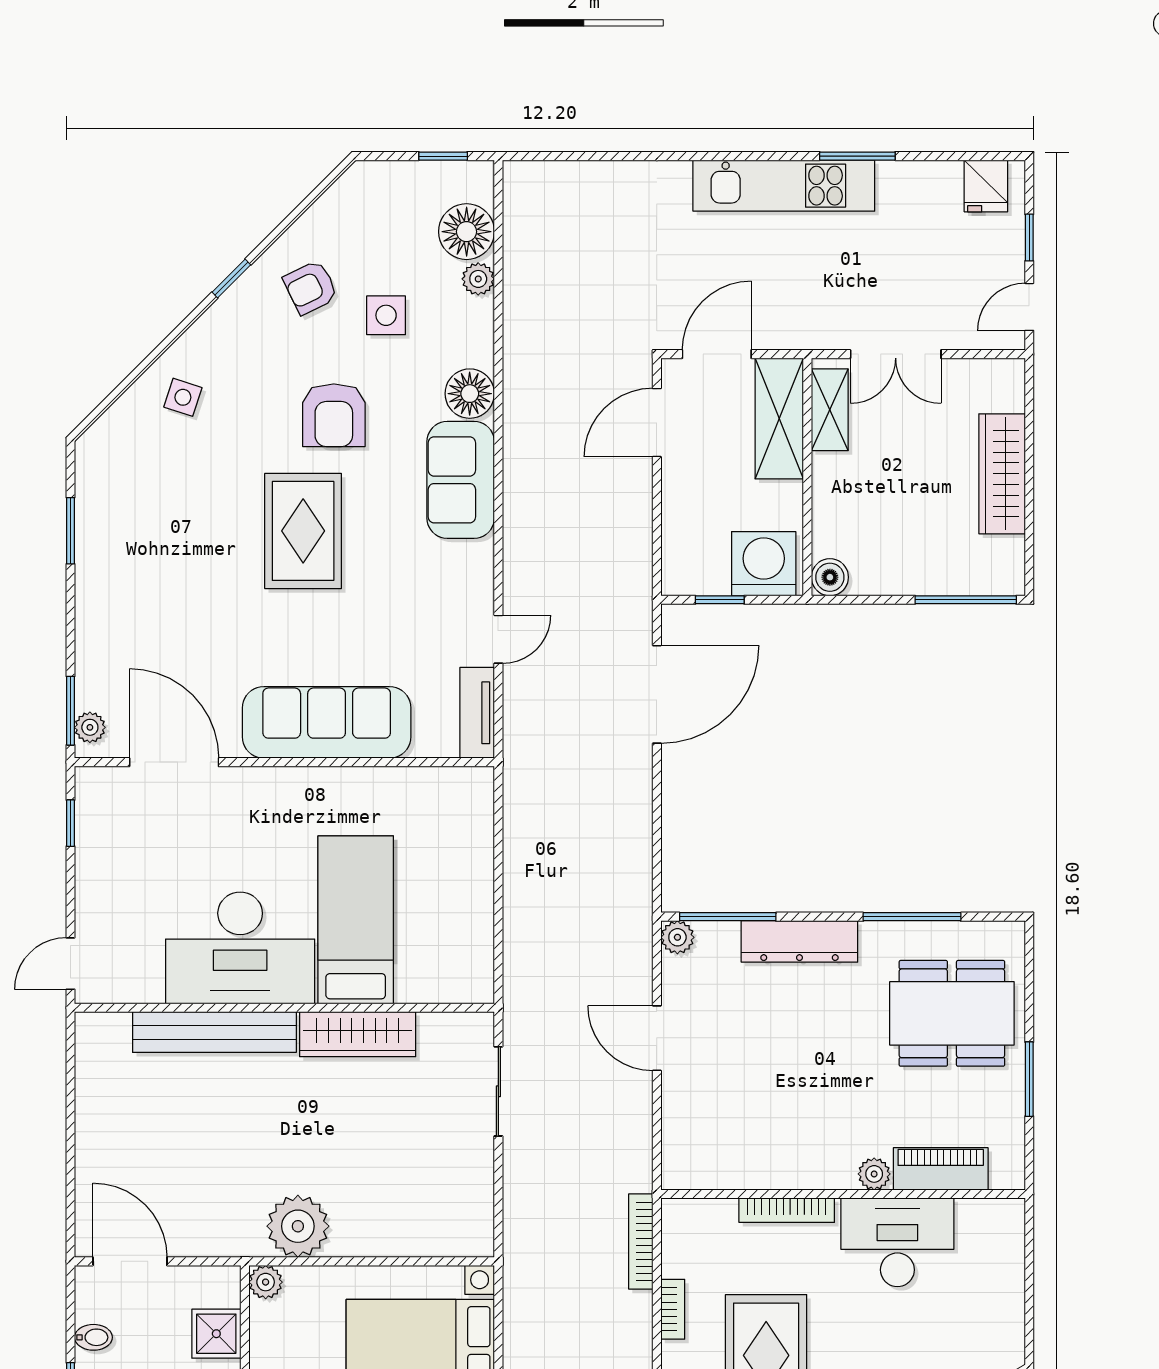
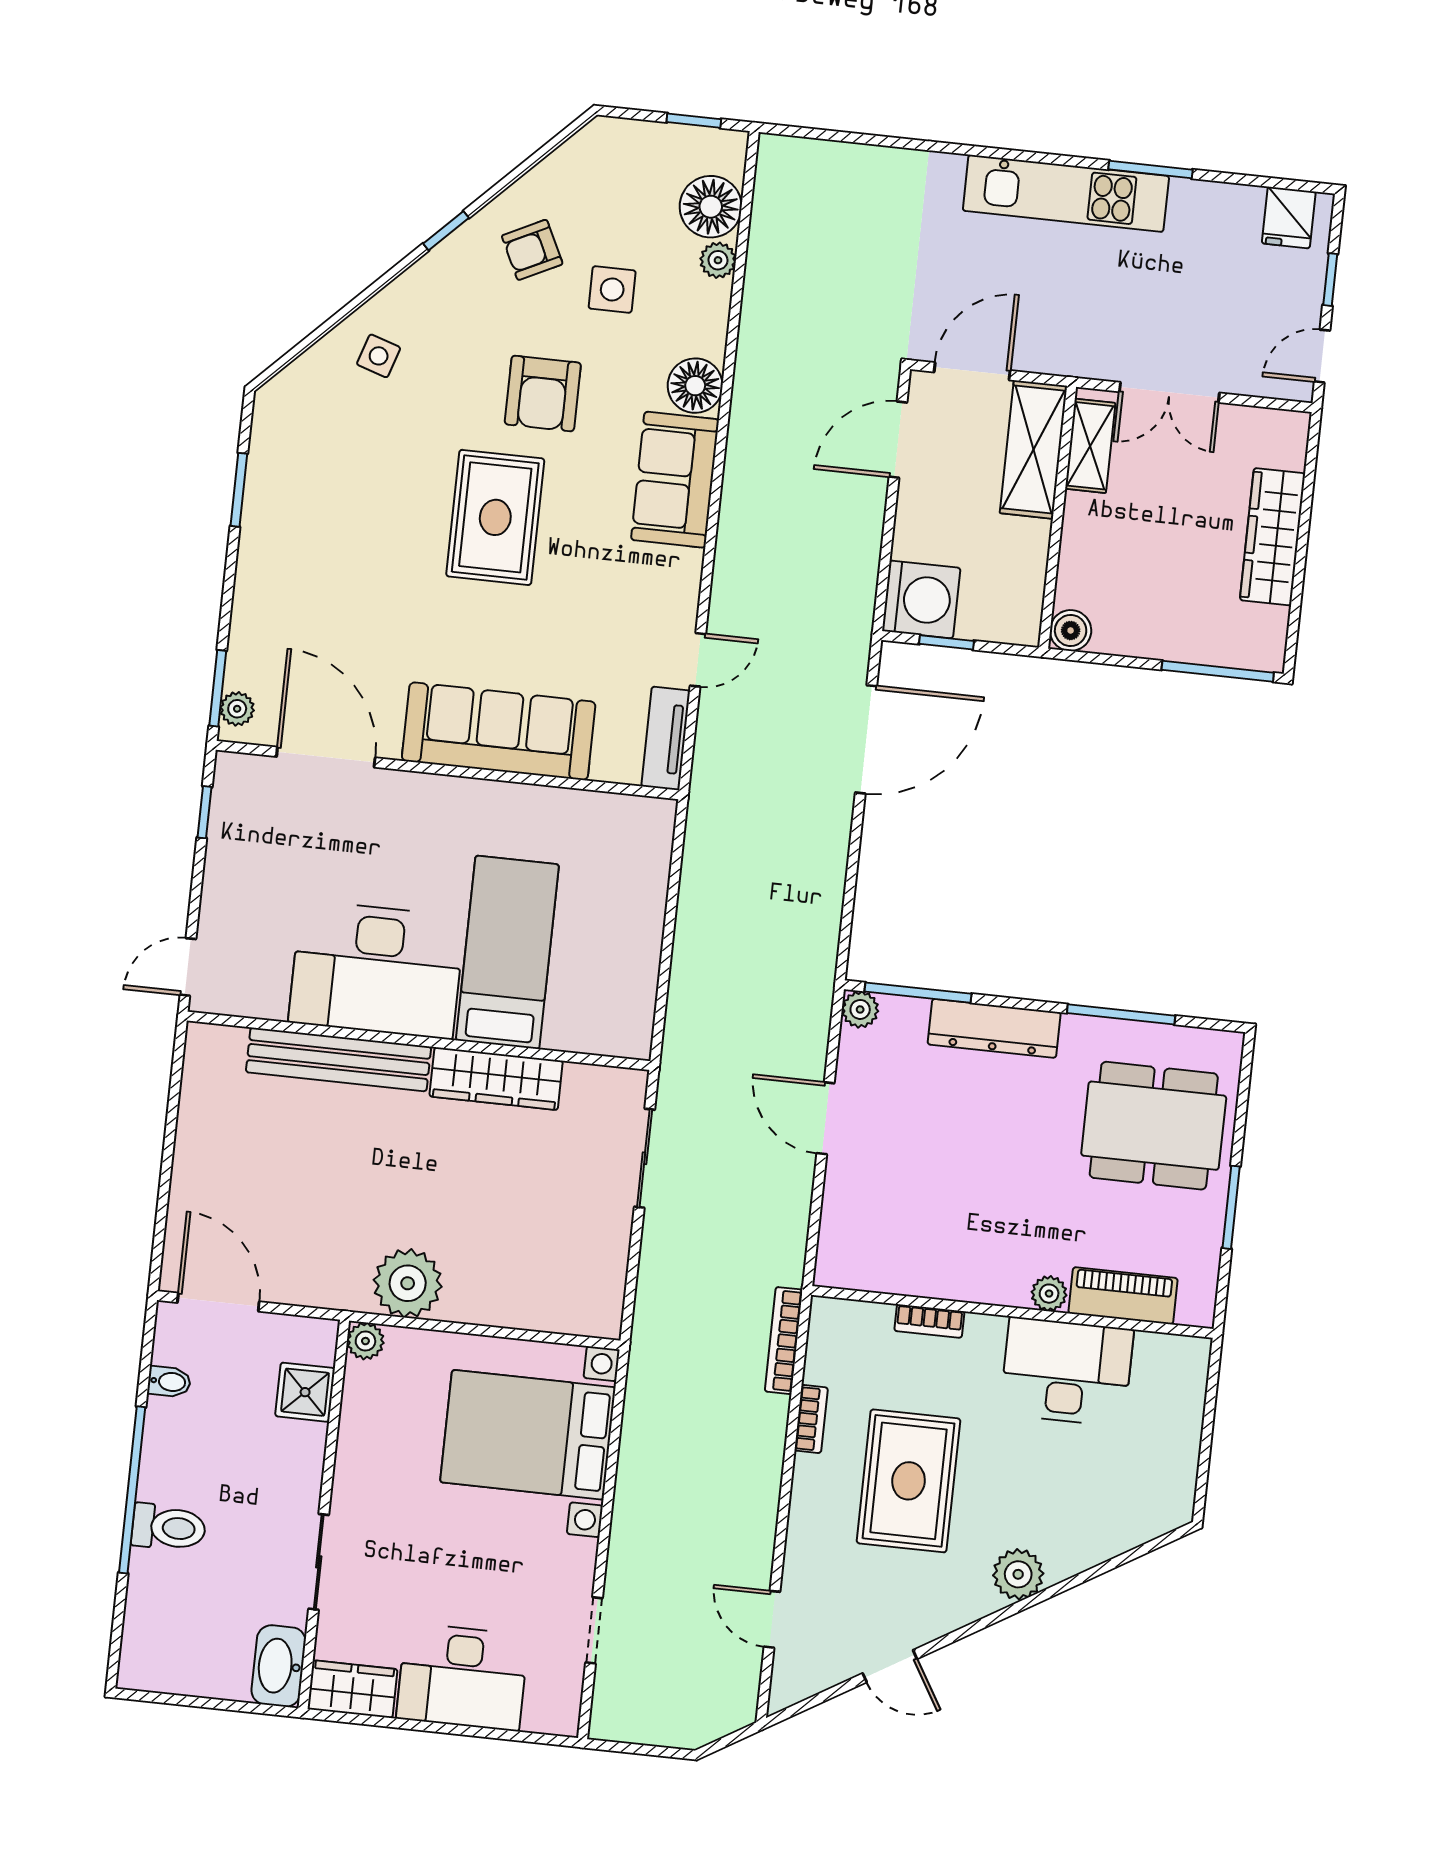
washing machine: (764, 564) -> (921, 599), moved, turned 90
bookcase: (787, 1210) -> (929, 1321), width x0.64

